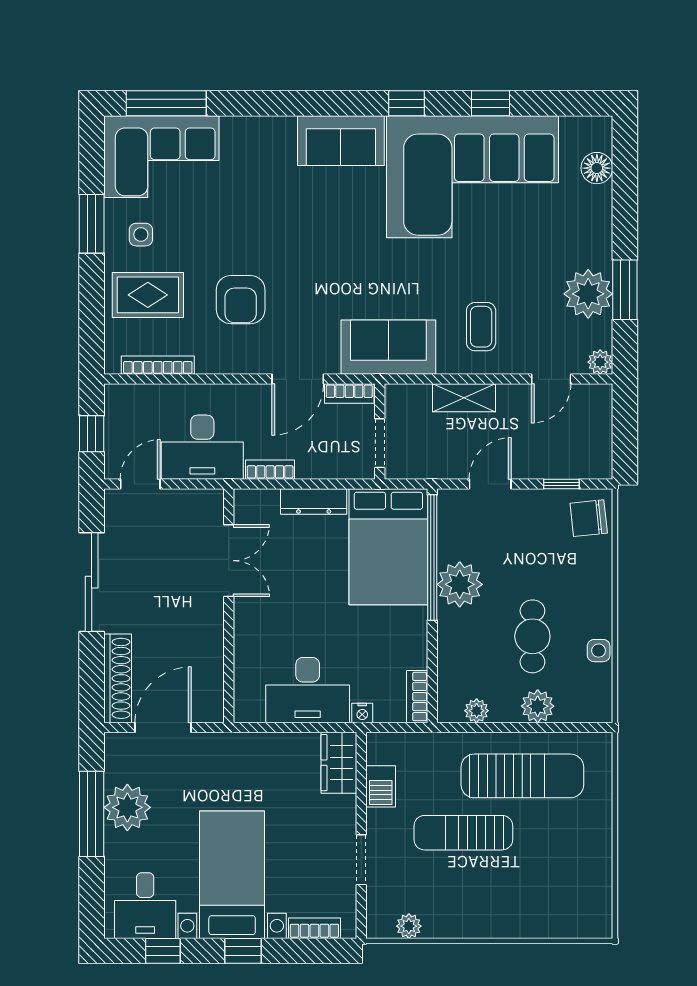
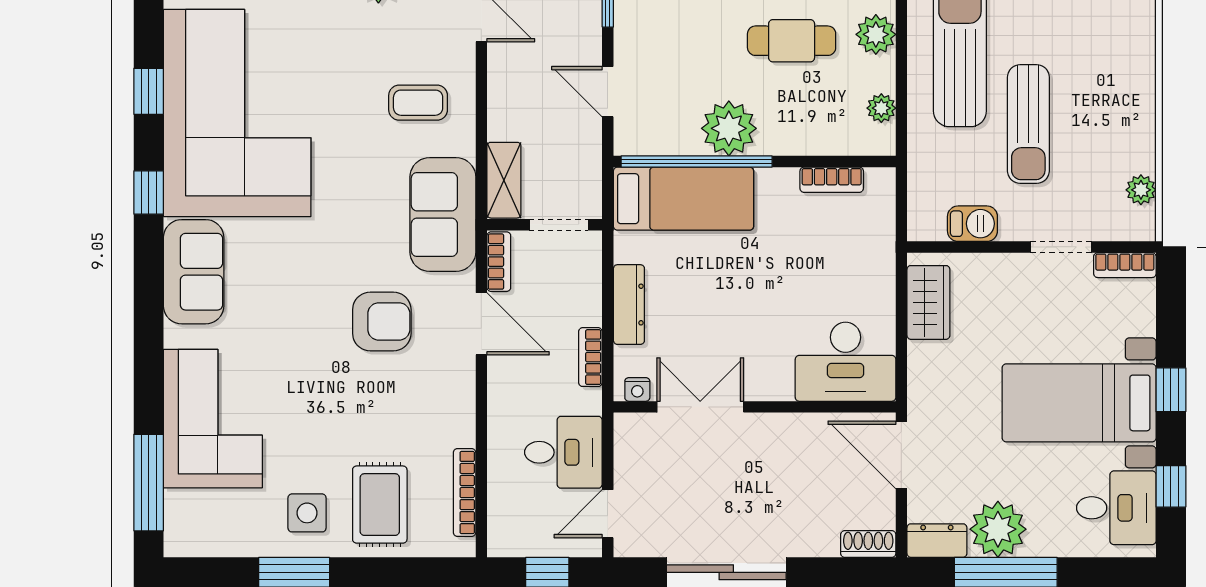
corner sofa: (161, 157) -> (213, 419), moved
side table: (141, 235) -> (307, 513), width x1.37, depth x1.37
armchair: (241, 300) -> (382, 321), moved
shelving: (464, 398) -> (504, 180), moved
desk: (202, 447) -> (563, 452), width x0.73
door: (140, 484) -> (608, 514), hinge flipped
bed: (388, 547) -> (683, 199), width x0.67
shoe rack: (118, 678) -> (868, 544), width x0.51, depth x0.81
desk: (308, 690) -> (846, 362), moved, turned 90
bookcase: (417, 697) -> (832, 180), moved
nightstand: (362, 713) -> (637, 389), moved, turned 90
door: (163, 727) -> (901, 455), moved
dresser: (118, 757) -> (937, 541), added
wardrobe: (339, 763) -> (928, 302), moved, turned -90
bookcase: (314, 928) -> (1125, 265), moved, turned -90

